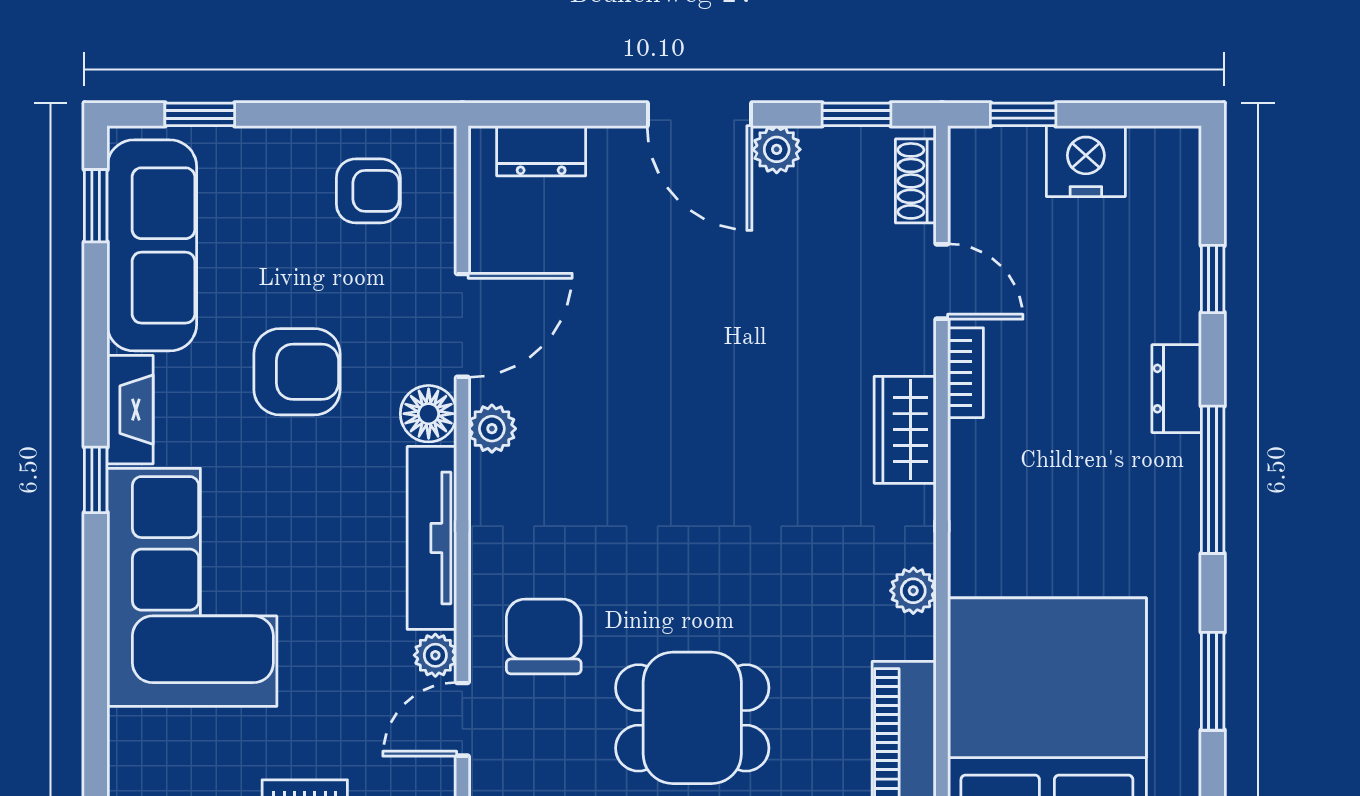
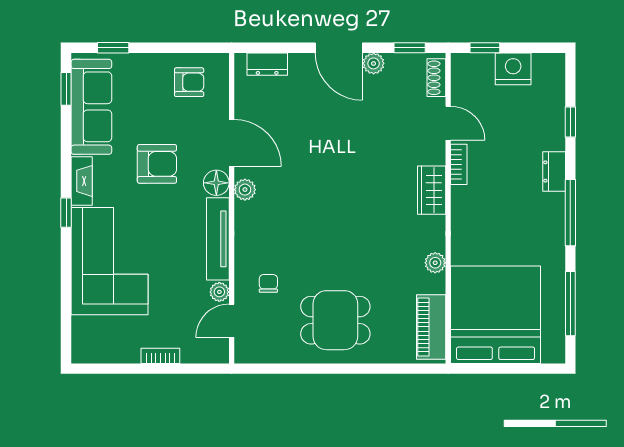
door: (462, 325) -> (232, 143), hinge flipped
chair: (544, 637) -> (268, 283), width x0.54, depth x0.54
window: (1213, 681) -> (570, 304), width x1.44

